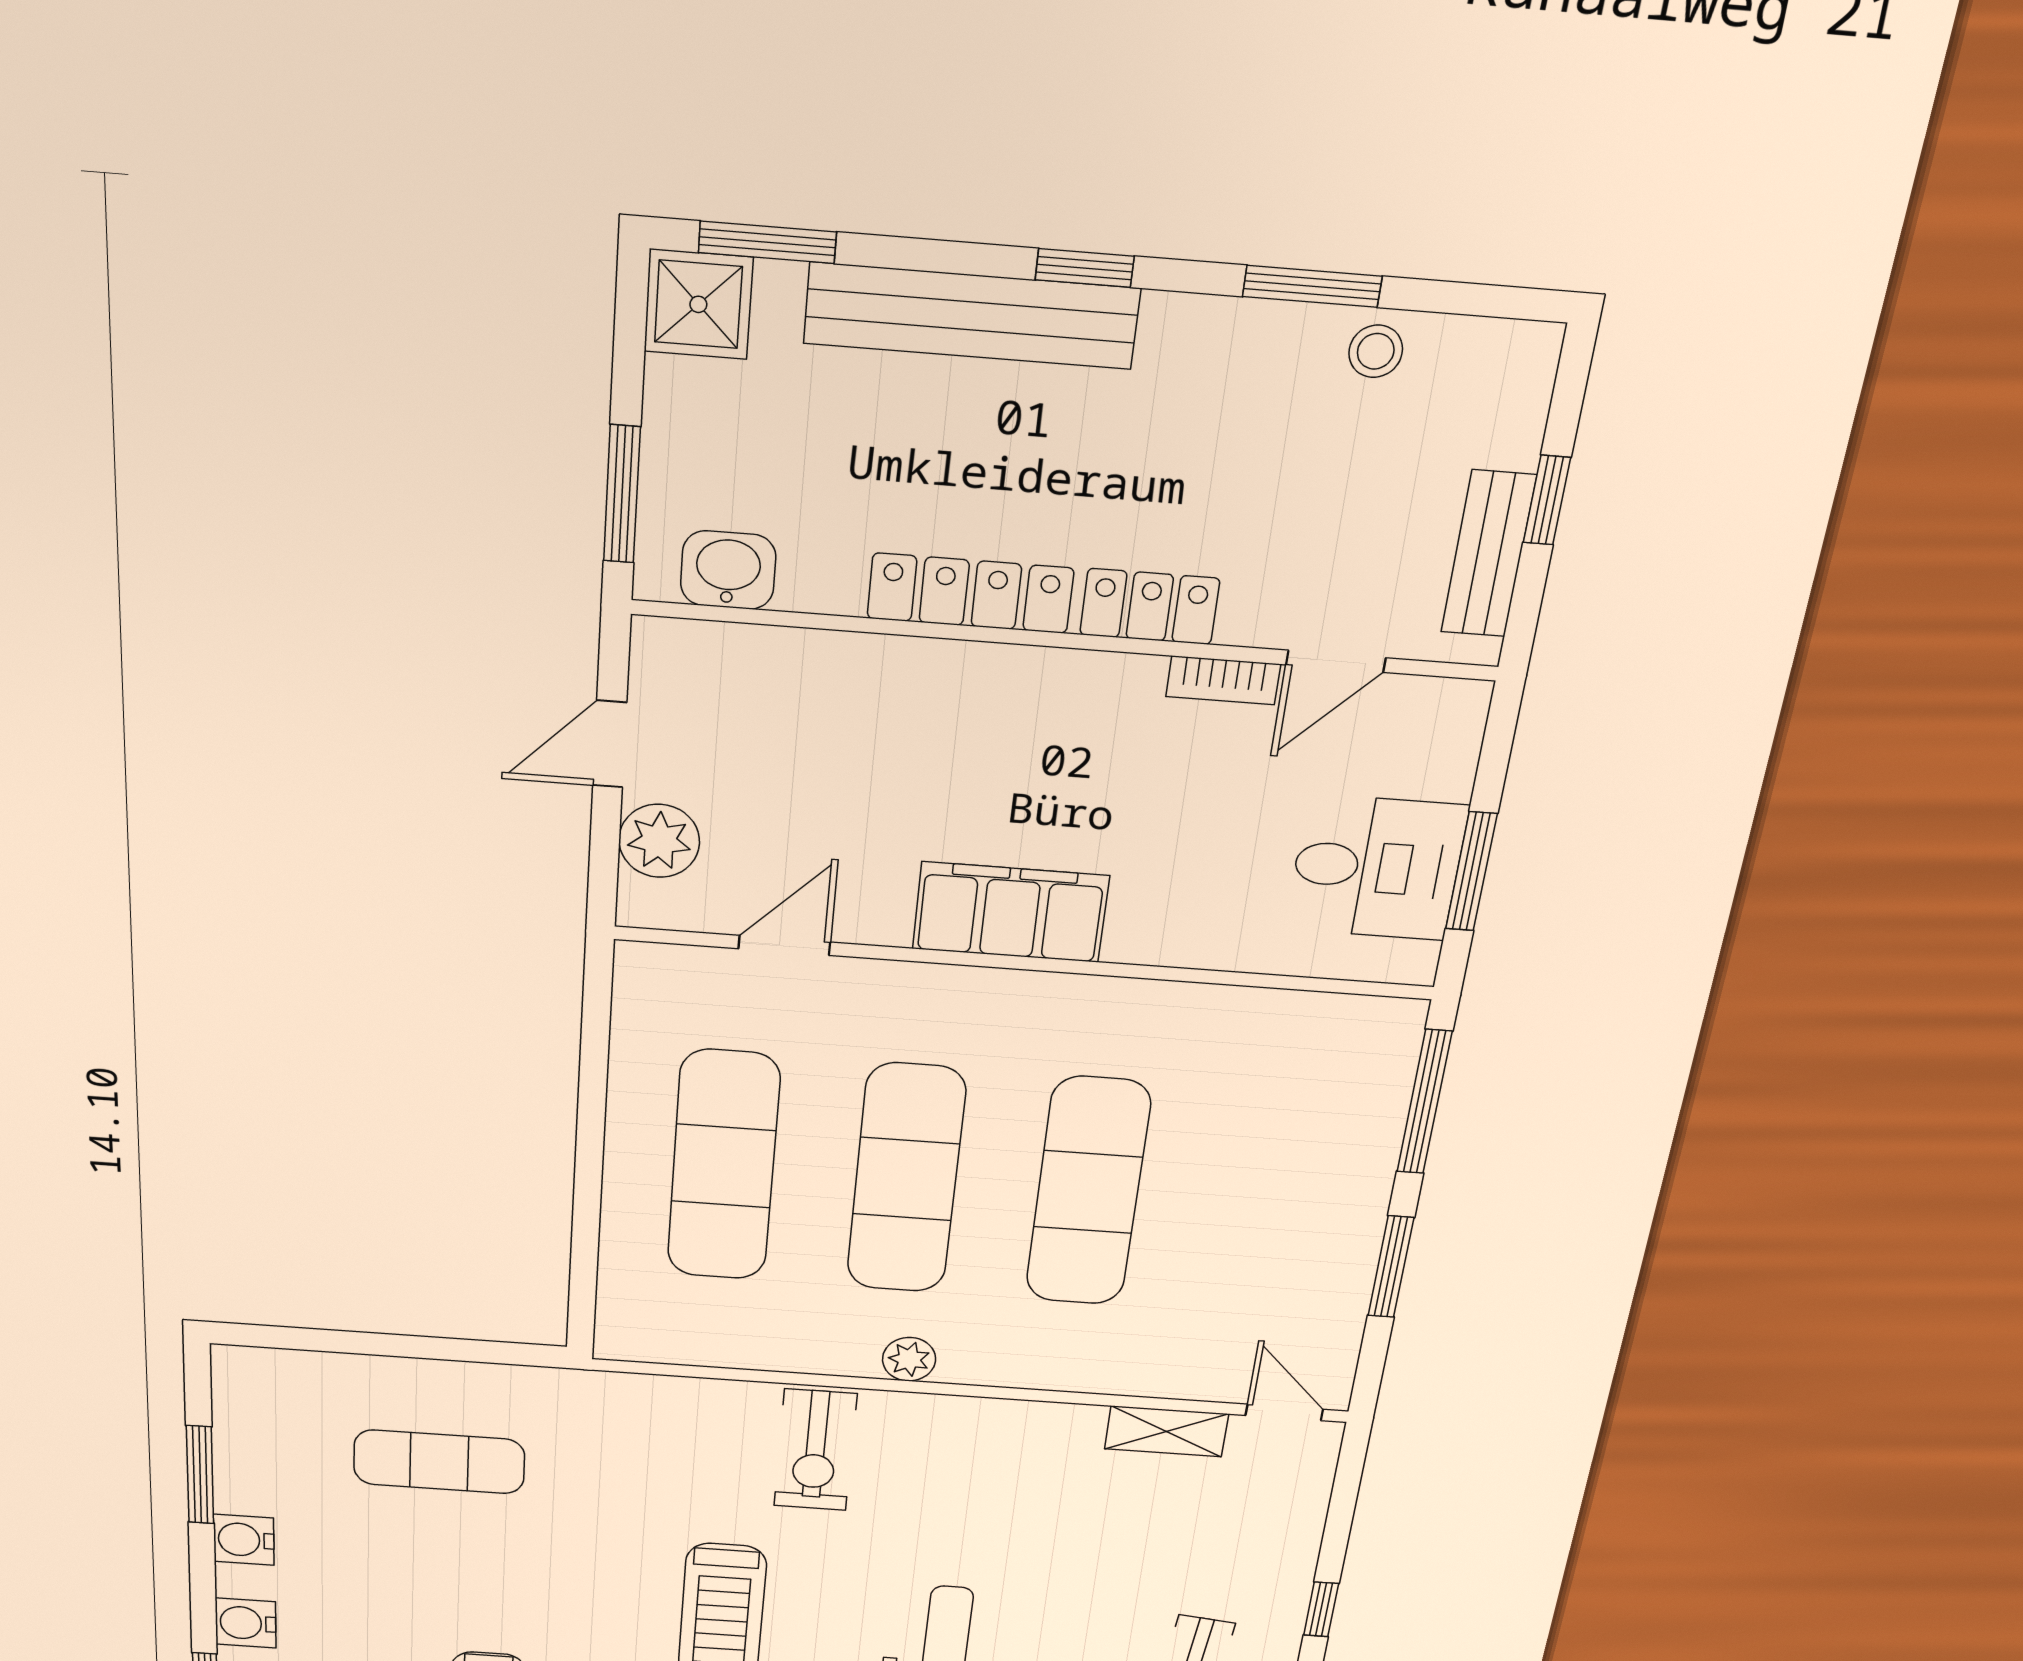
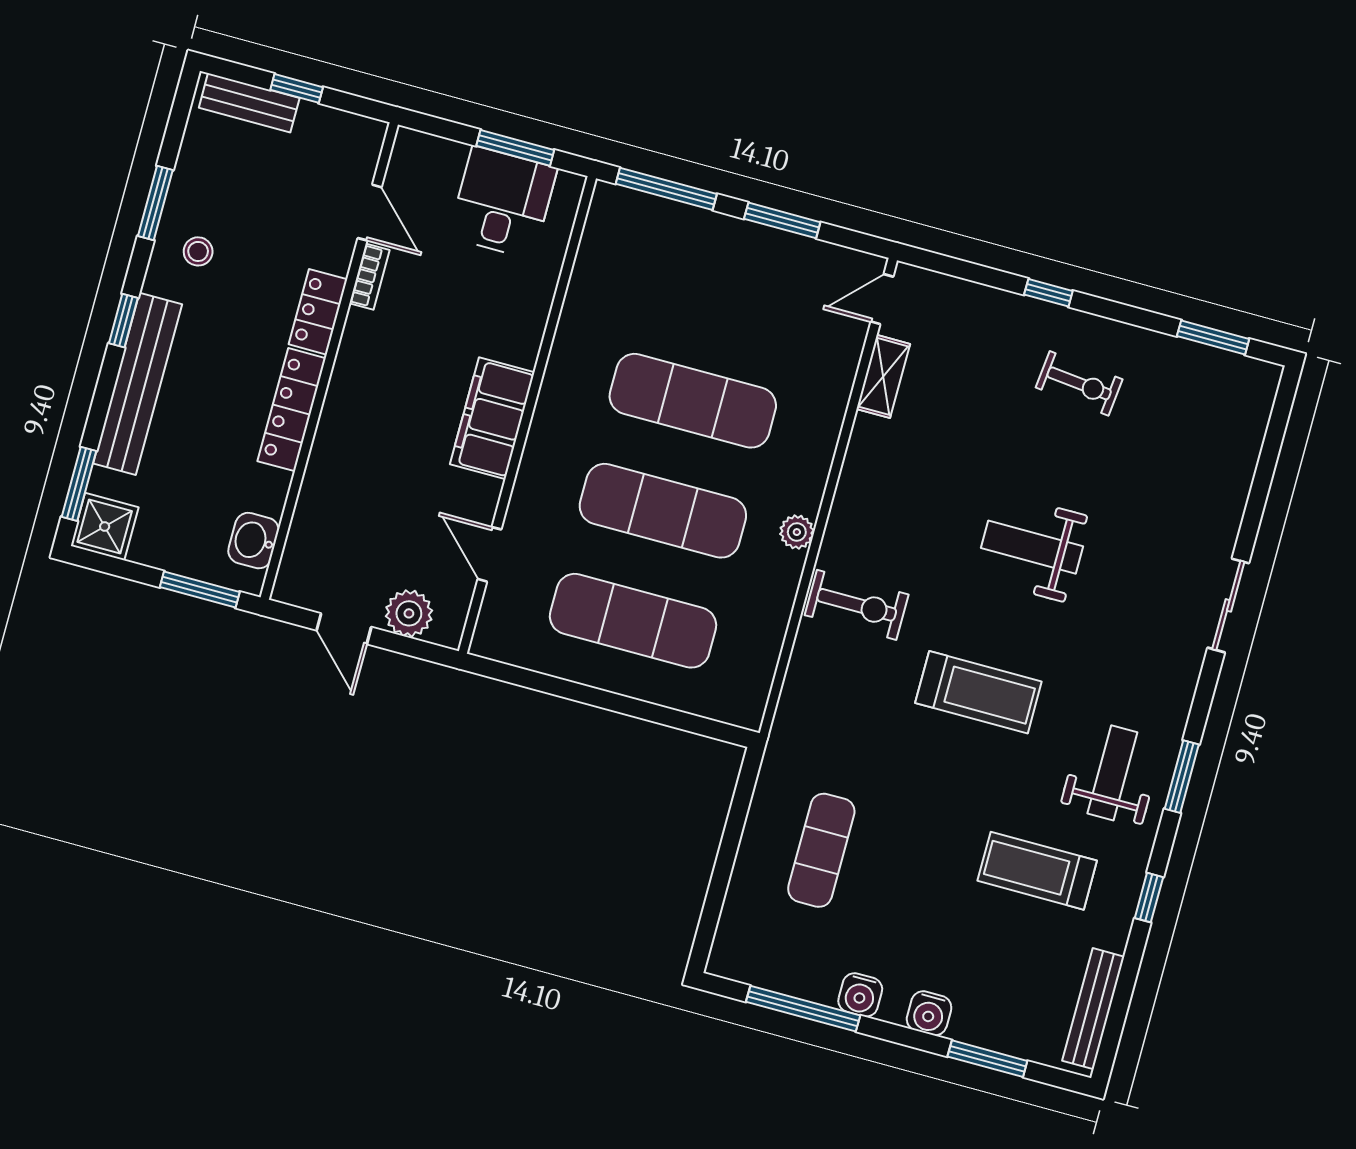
stool: (1376, 351) -> (198, 251), moved
bench: (1489, 554) -> (249, 103), moved
window: (200, 1475) -> (803, 1009), width x1.44

